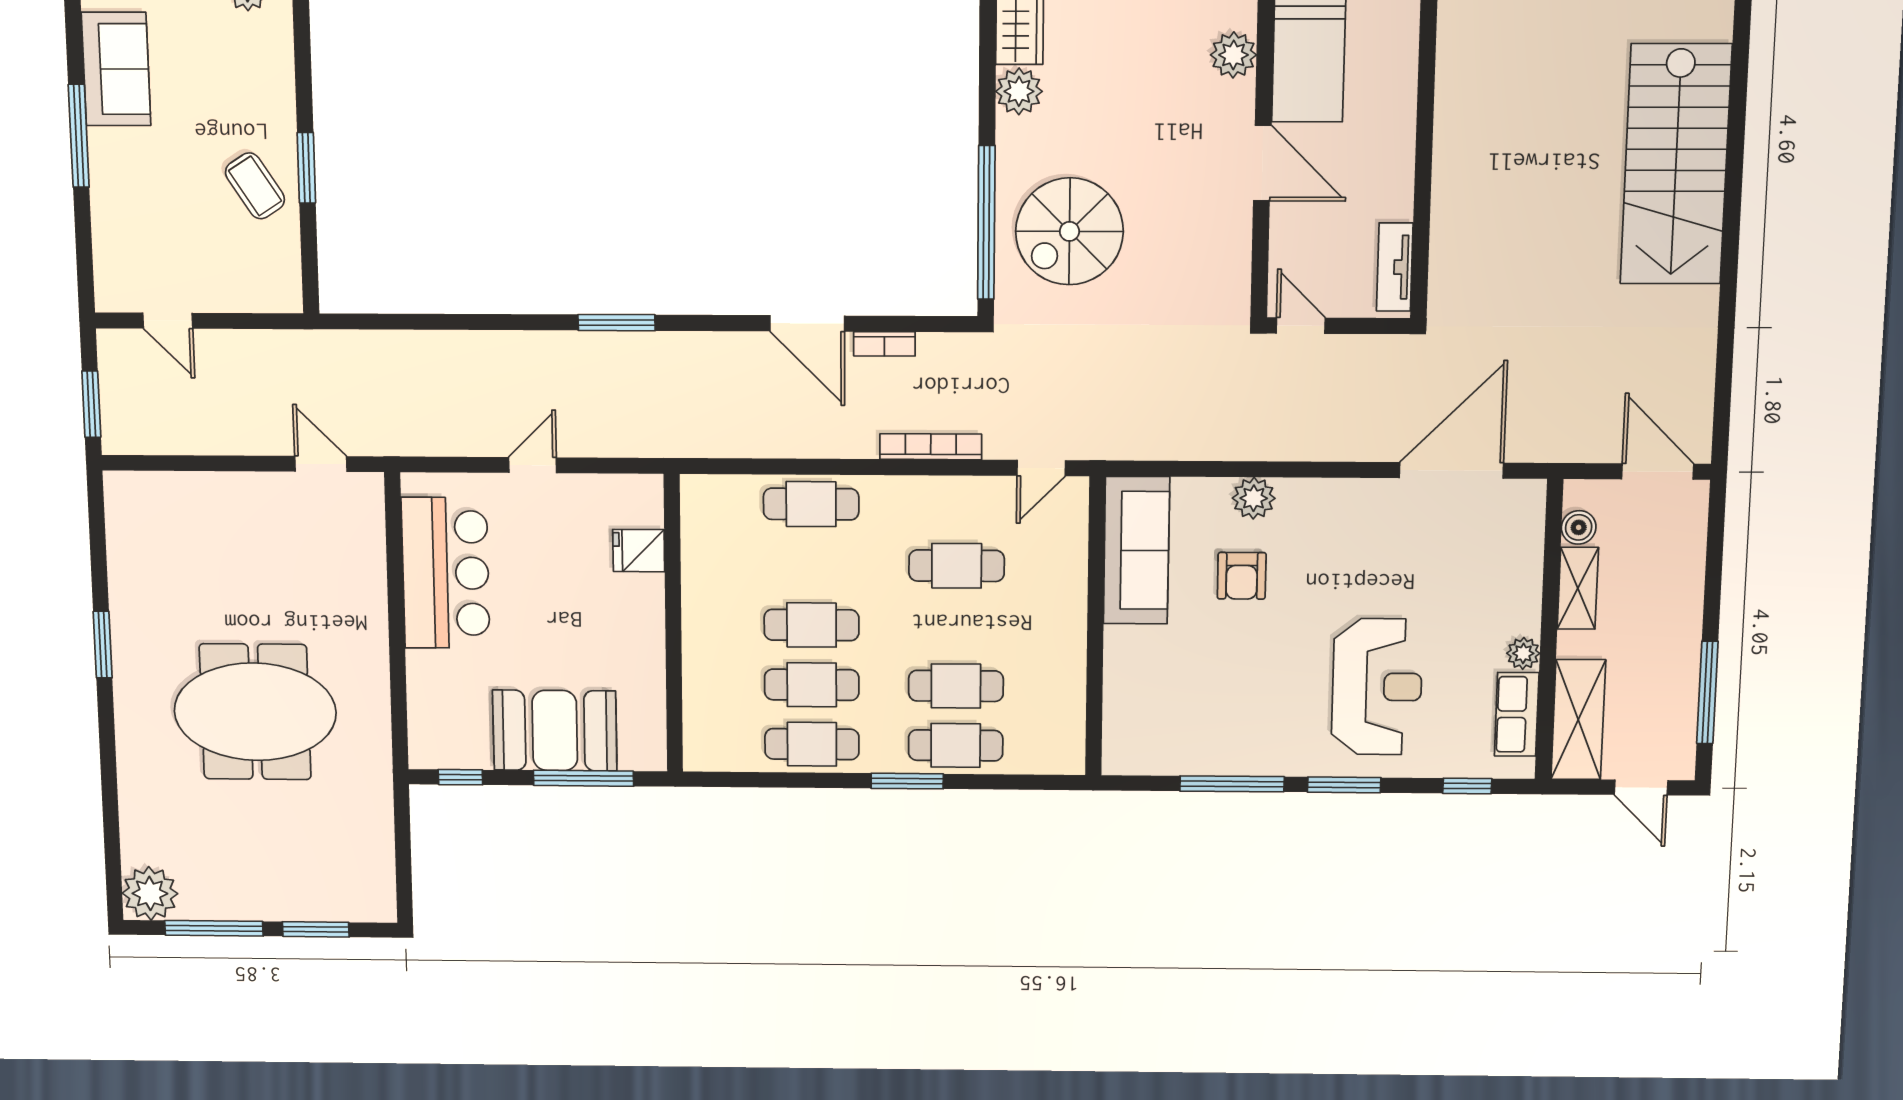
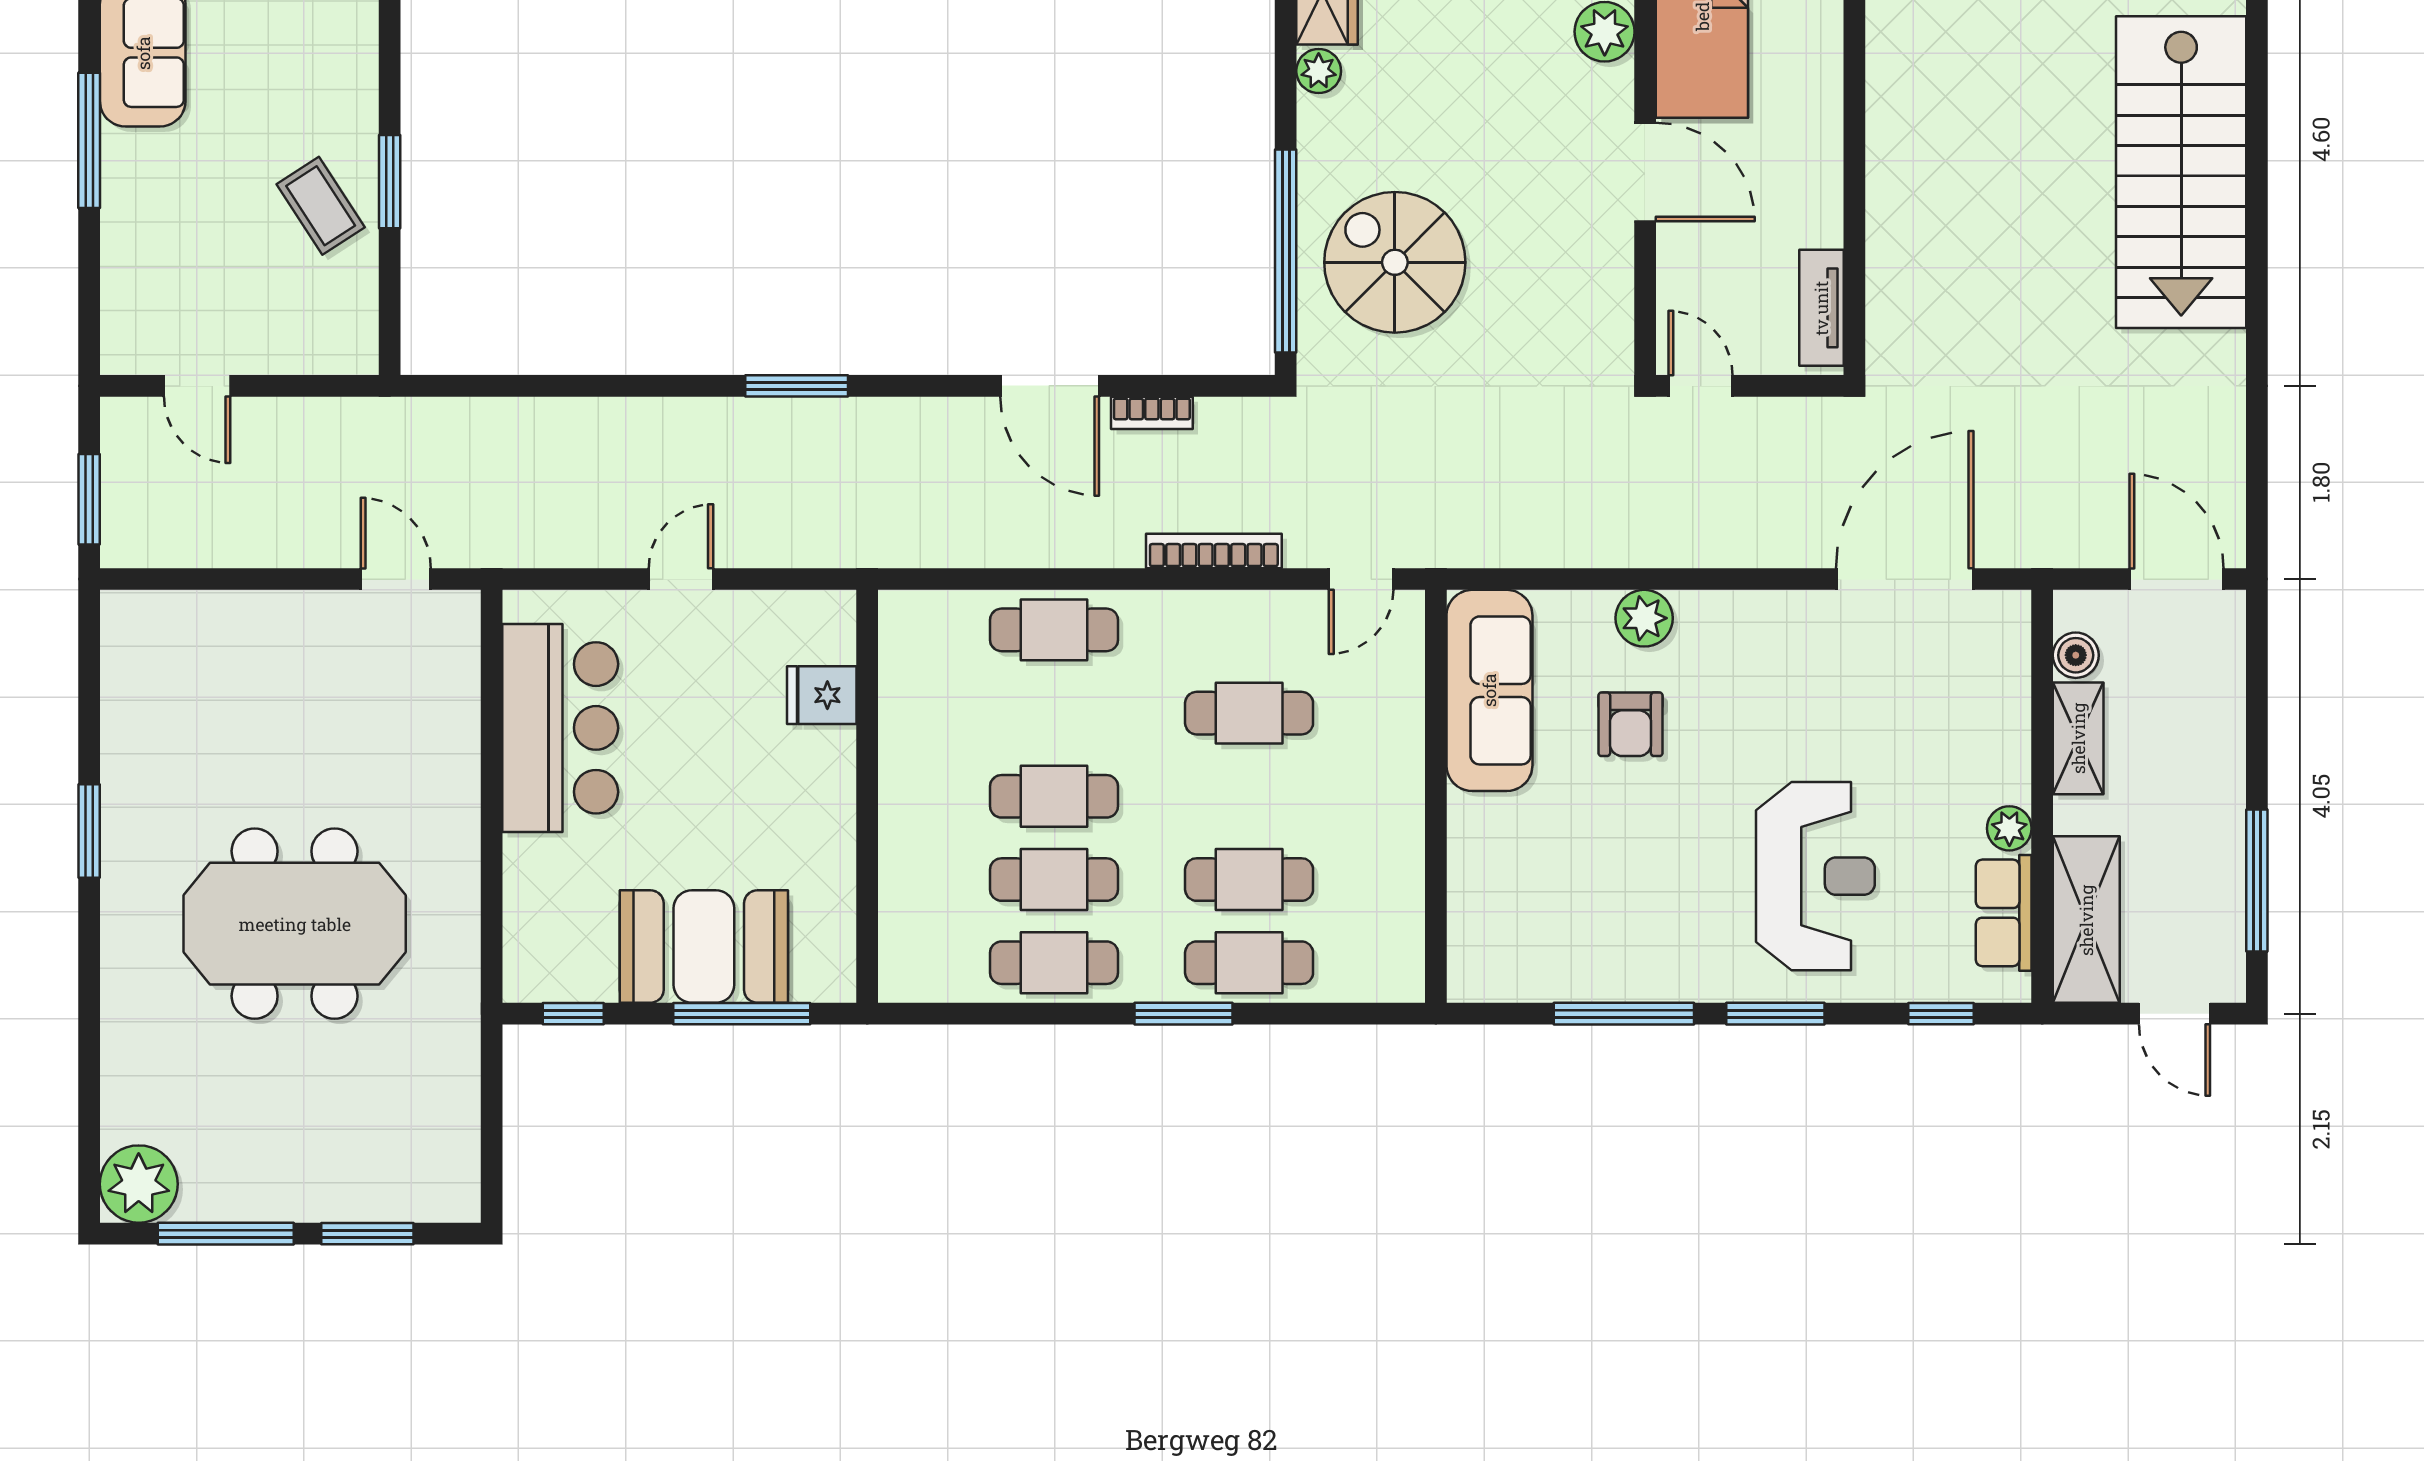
plant: (1019, 91) -> (1319, 71), width x0.73, depth x0.73
spiral stairs: (1069, 231) -> (1395, 262), turned 90

